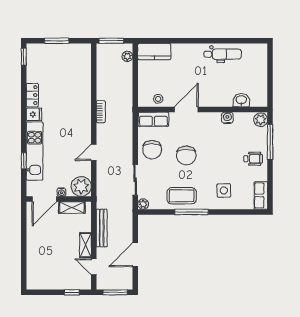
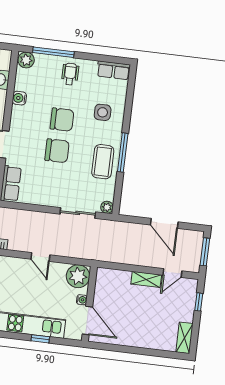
chair: (152, 150) -> (62, 120), moved
shelving: (72, 207) -> (184, 338), moved
bench: (102, 228) -> (129, 258), removed

